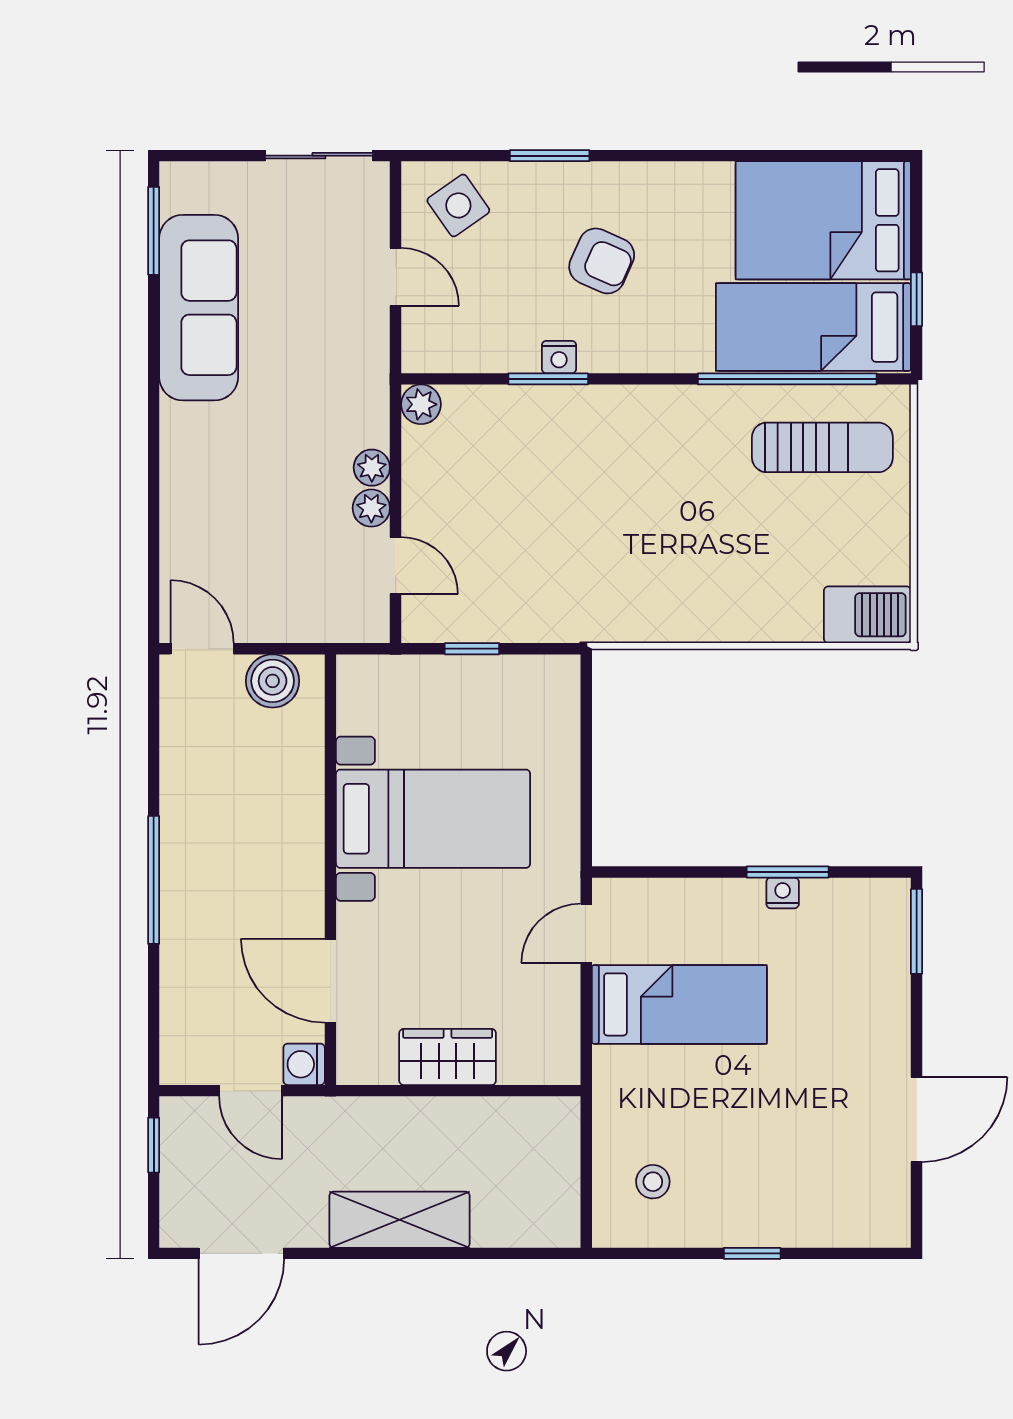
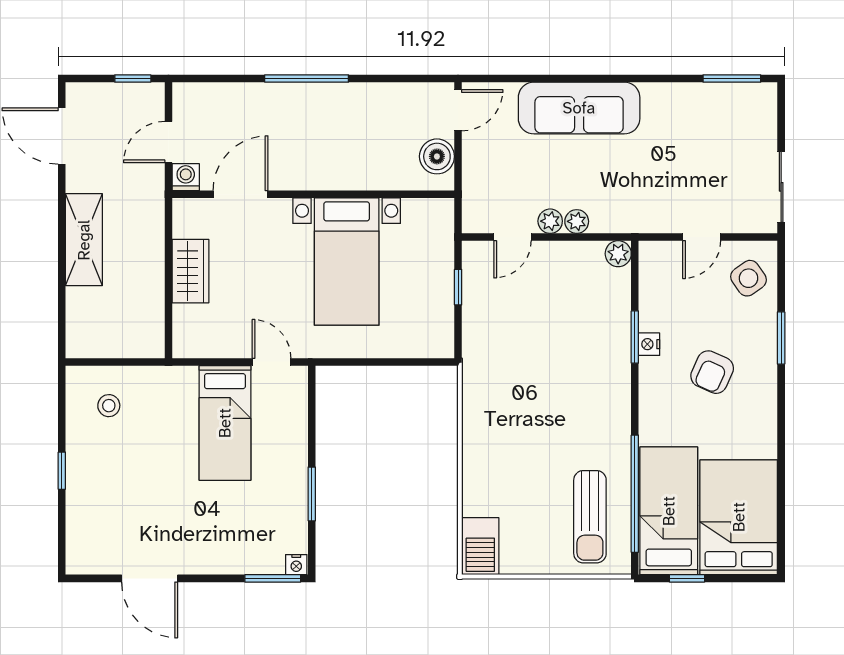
sofa: (199, 308) -> (579, 108), moved
nightstand: (783, 893) -> (296, 565), moved, turned 90

